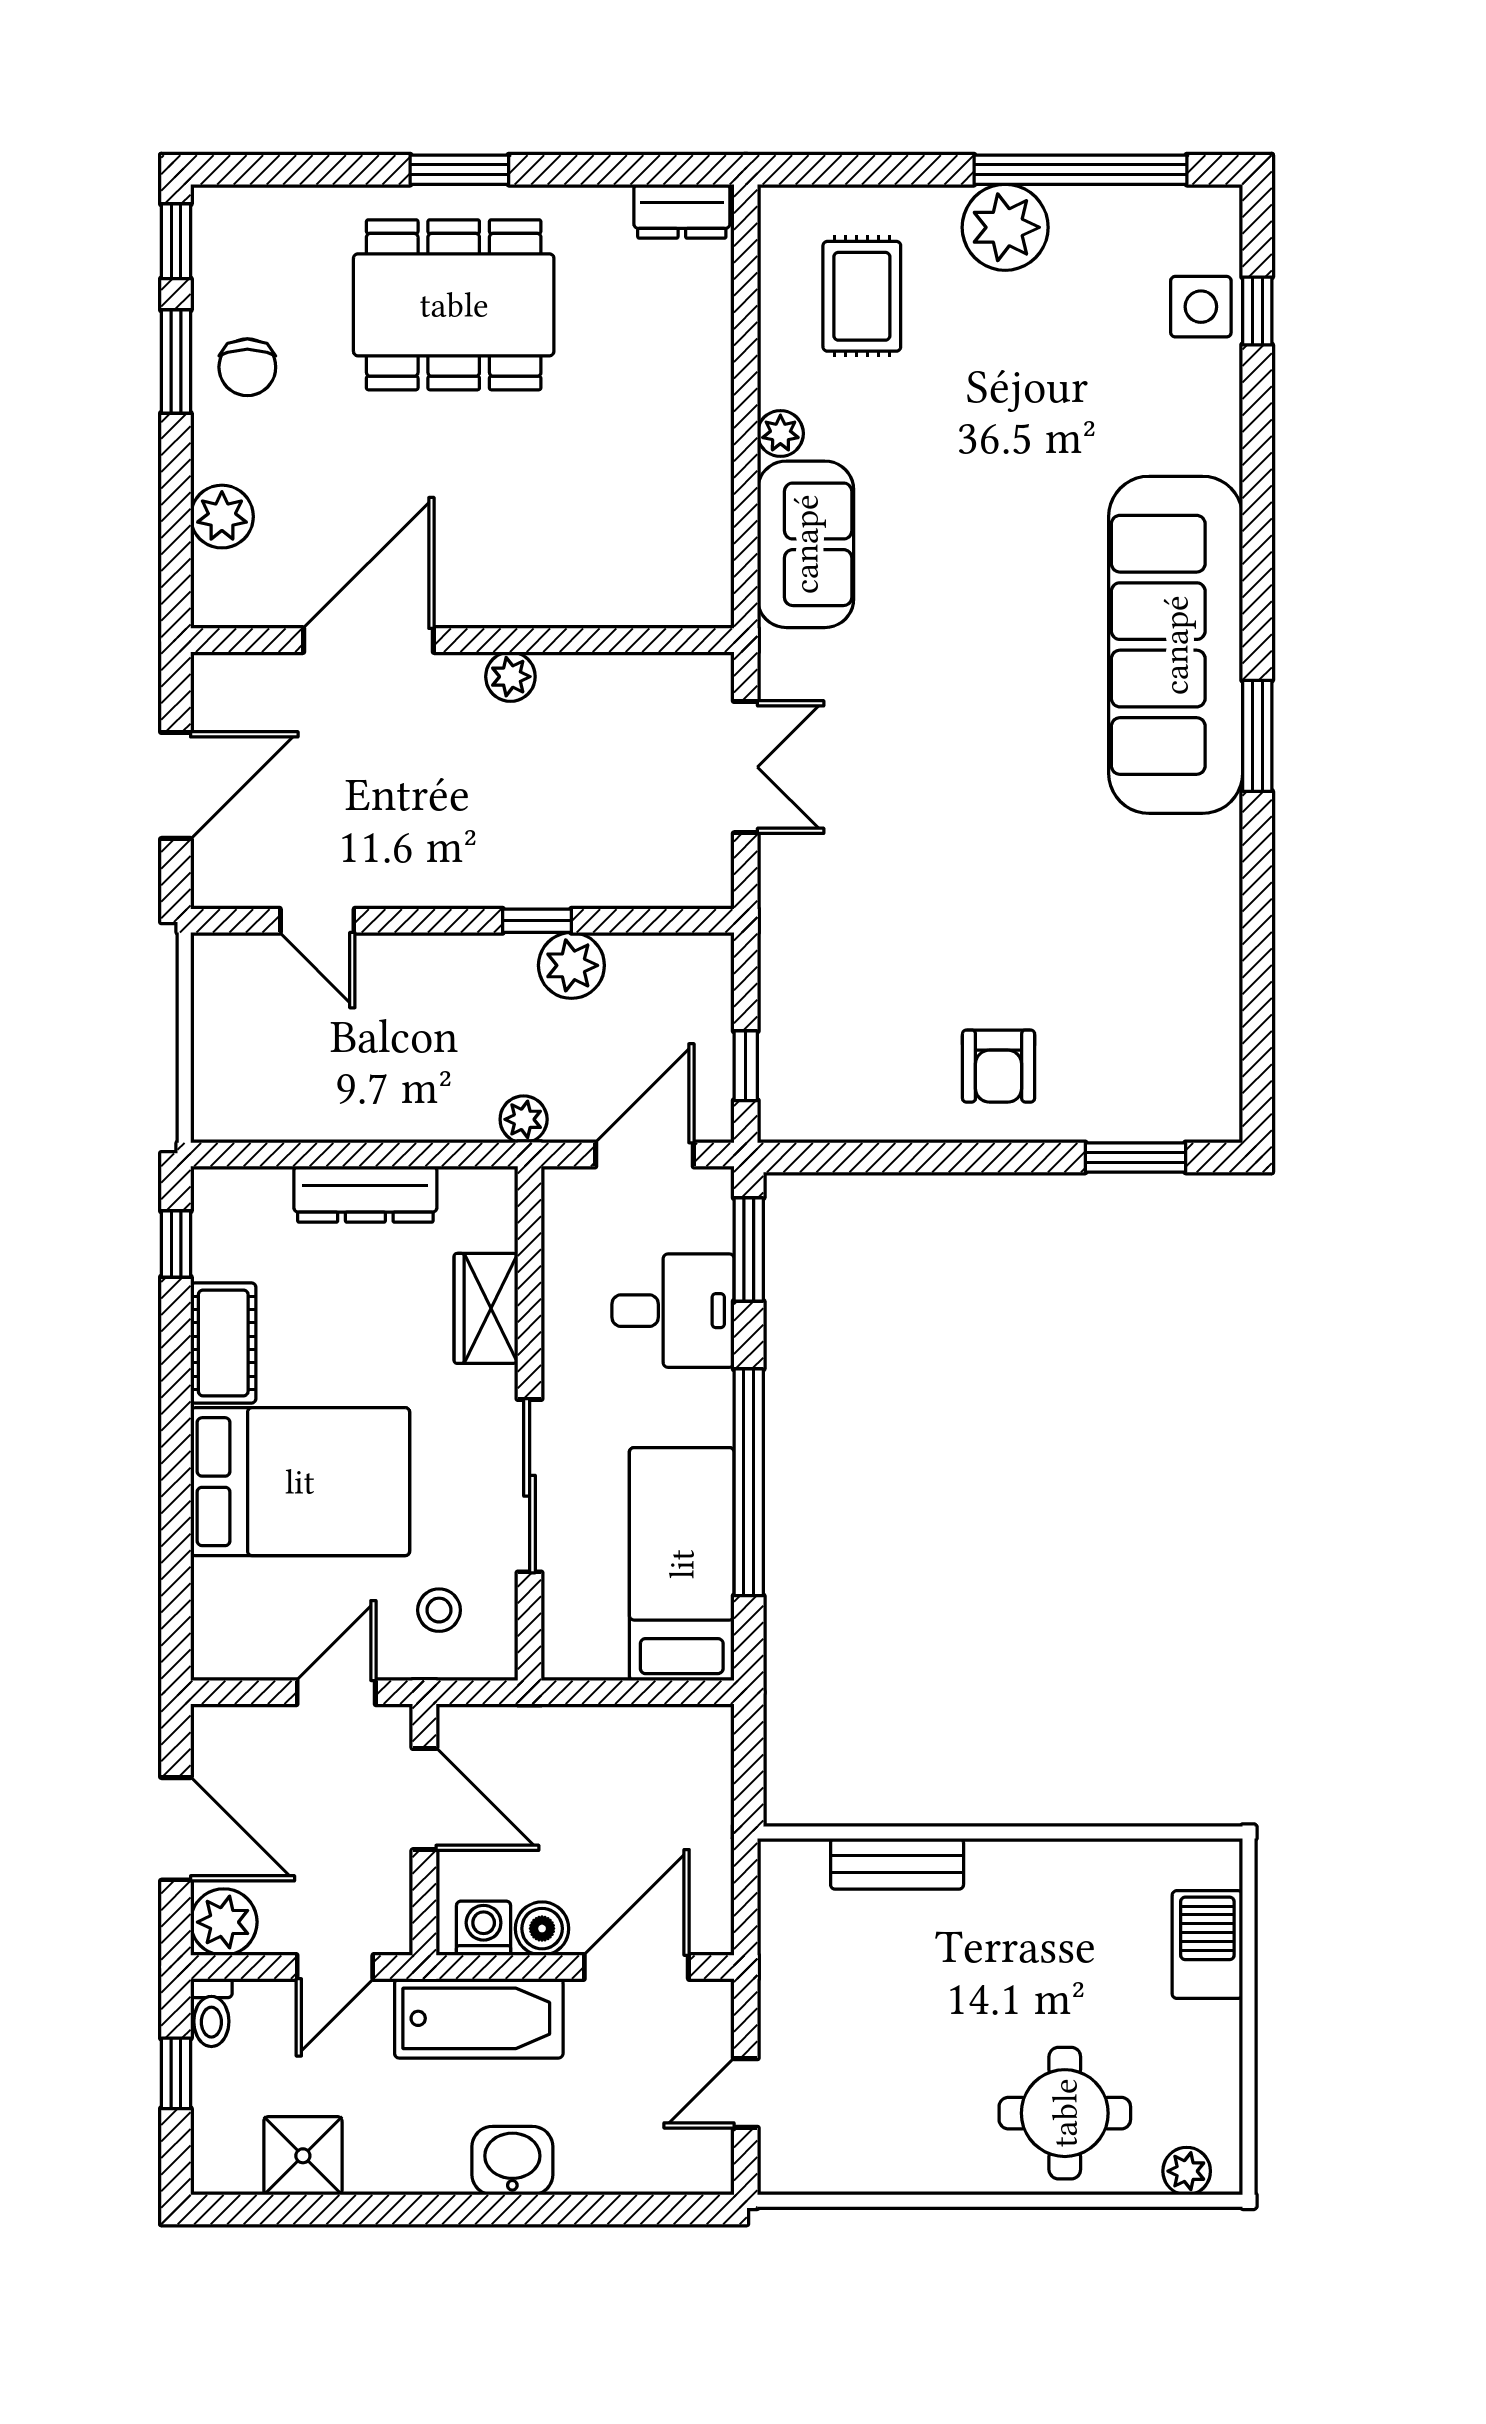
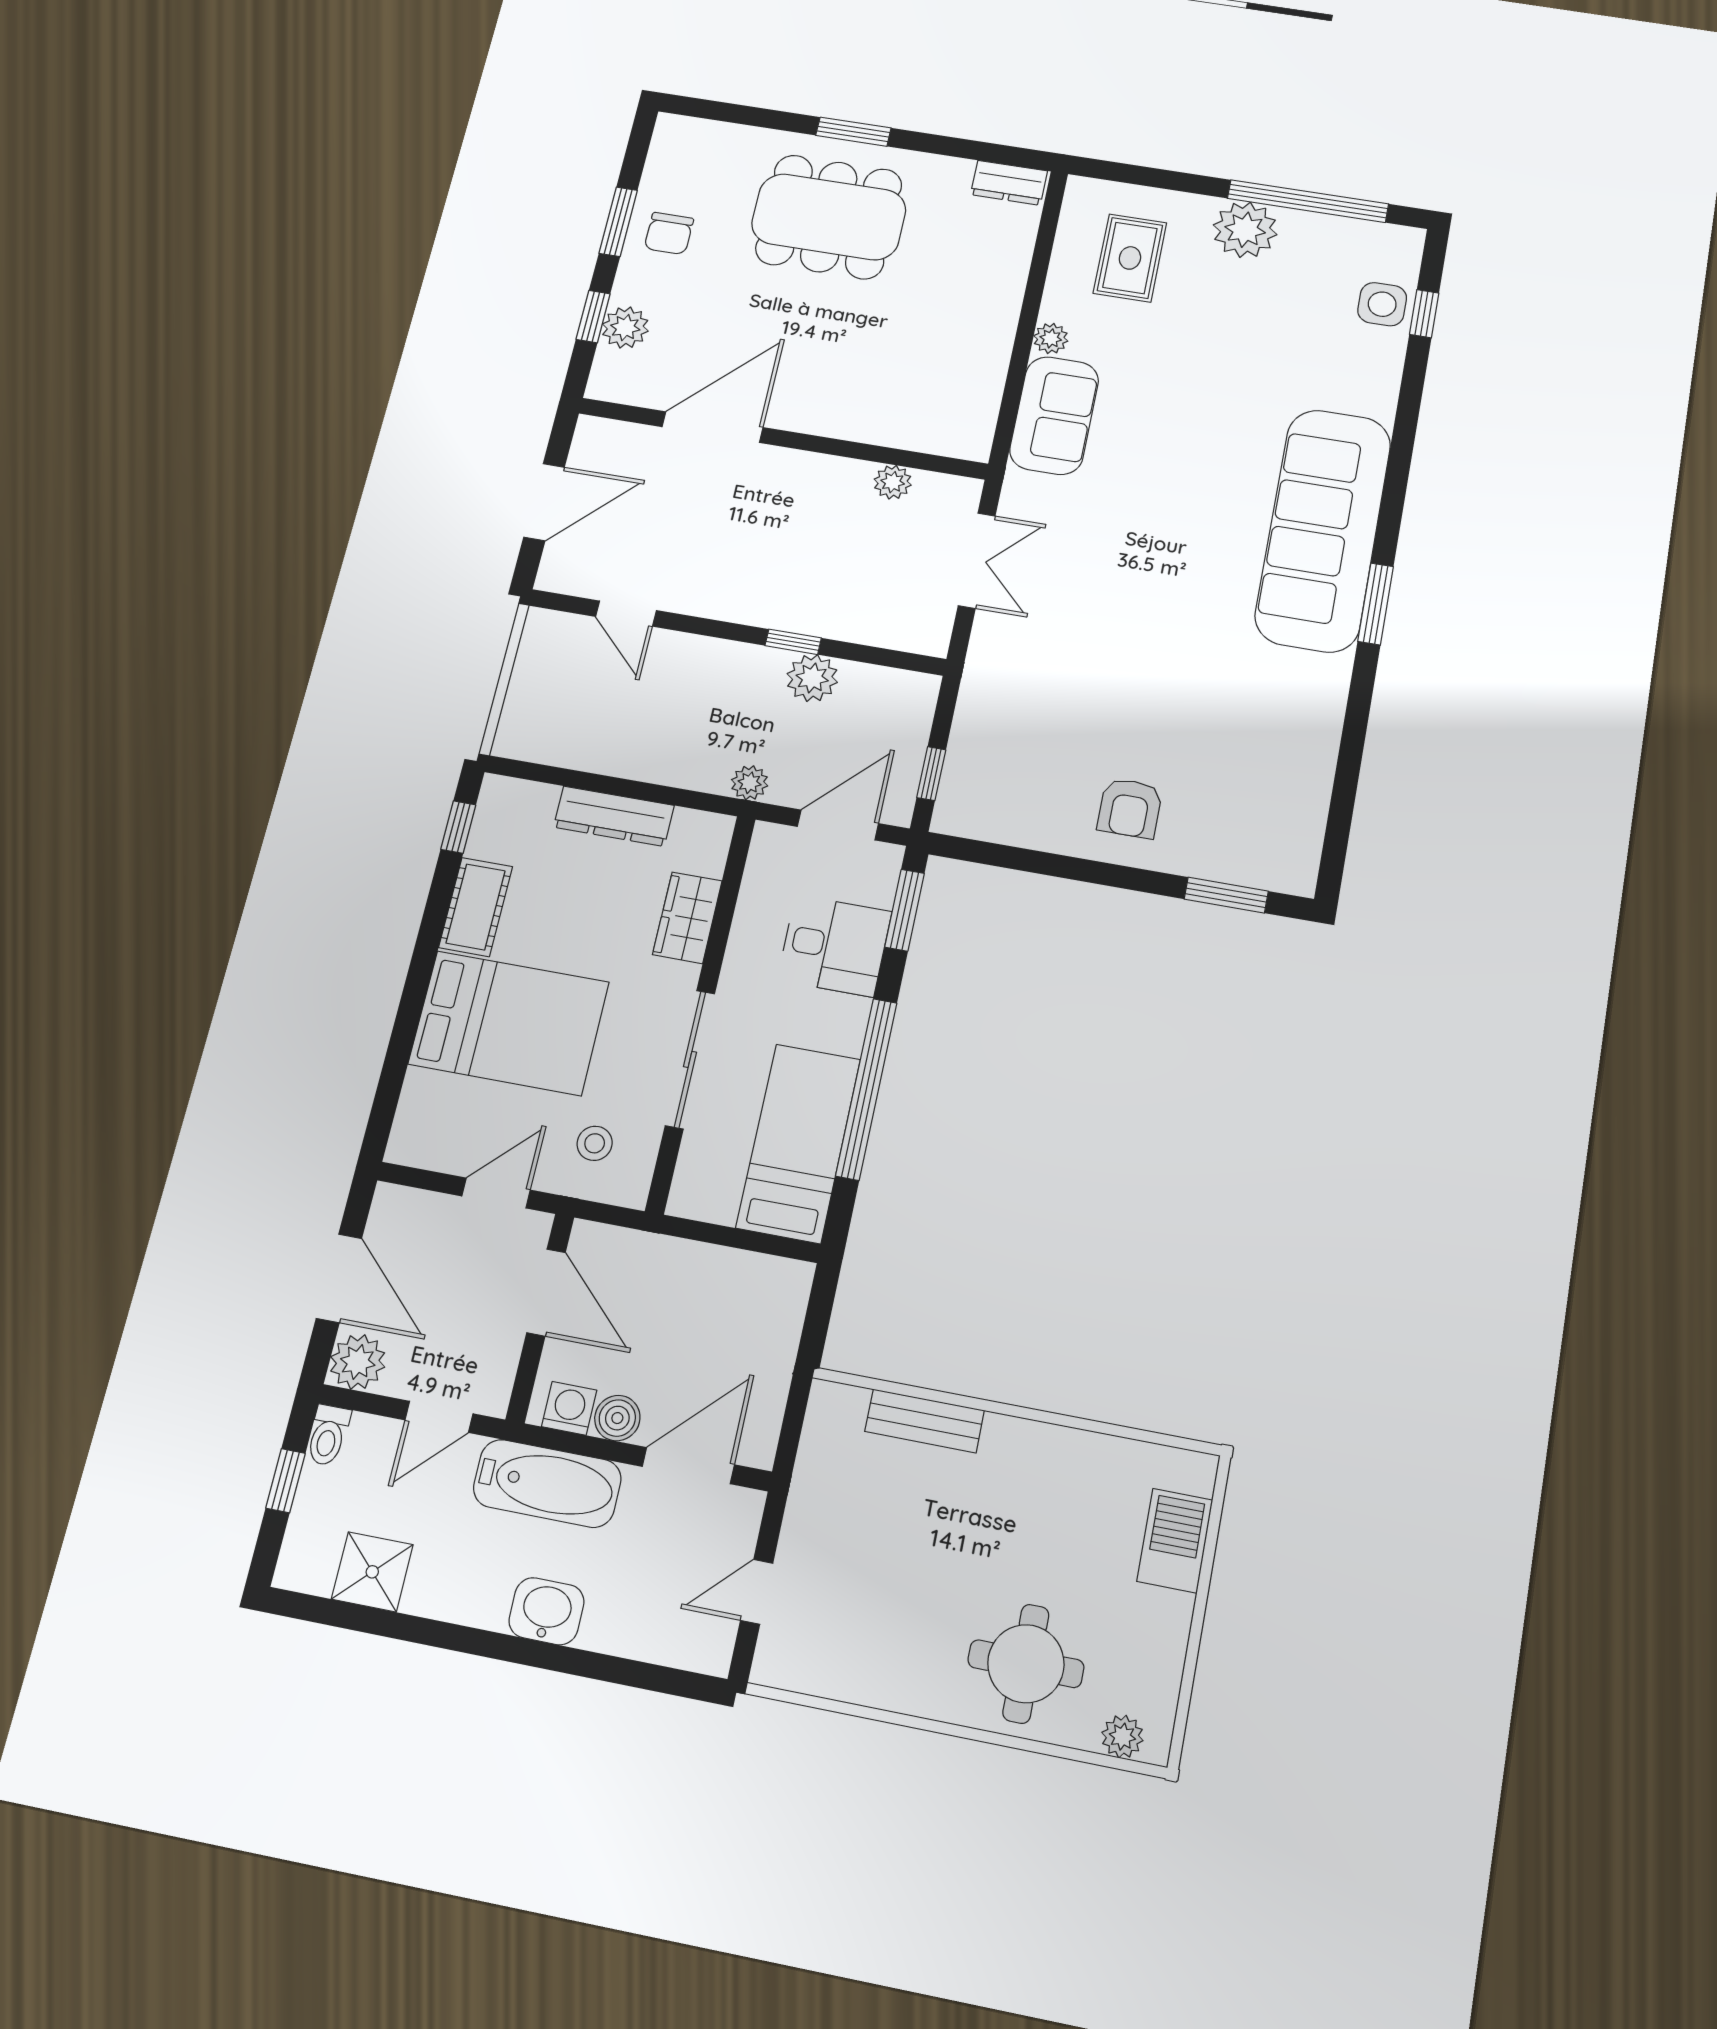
window: (176, 241) -> (593, 317), moved
plant: (510, 677) -> (893, 482), moved

